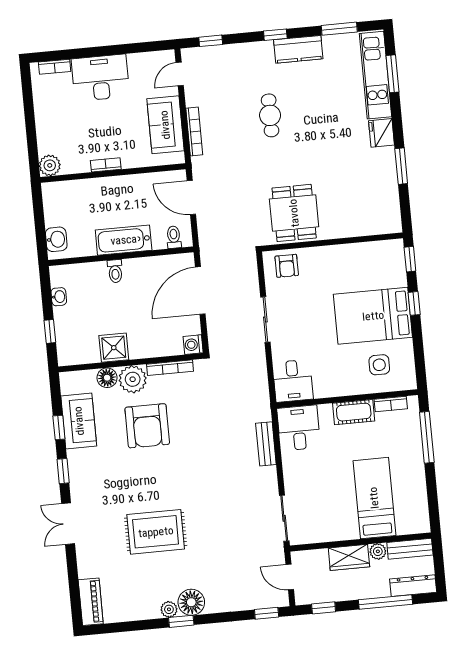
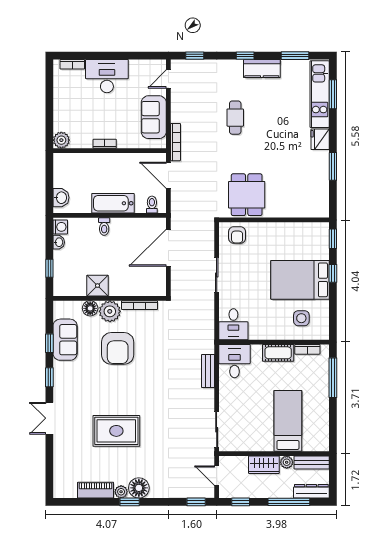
bookcase: (194, 131) -> (176, 142), moved
washing machine: (193, 345) -> (60, 227), moved, turned 180
piano: (91, 602) -> (96, 490), moved, turned -90

